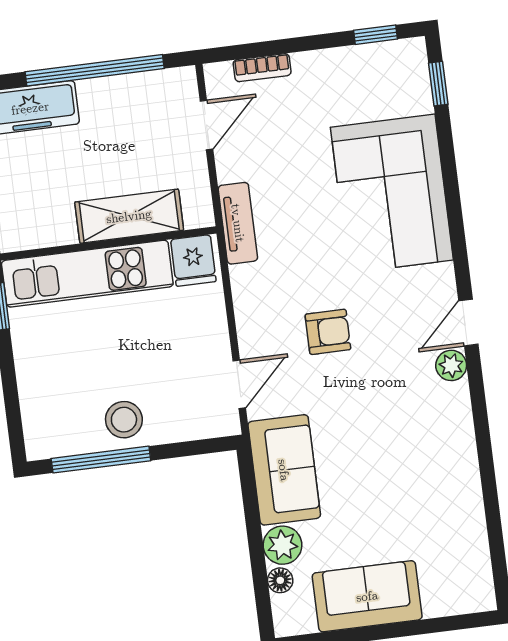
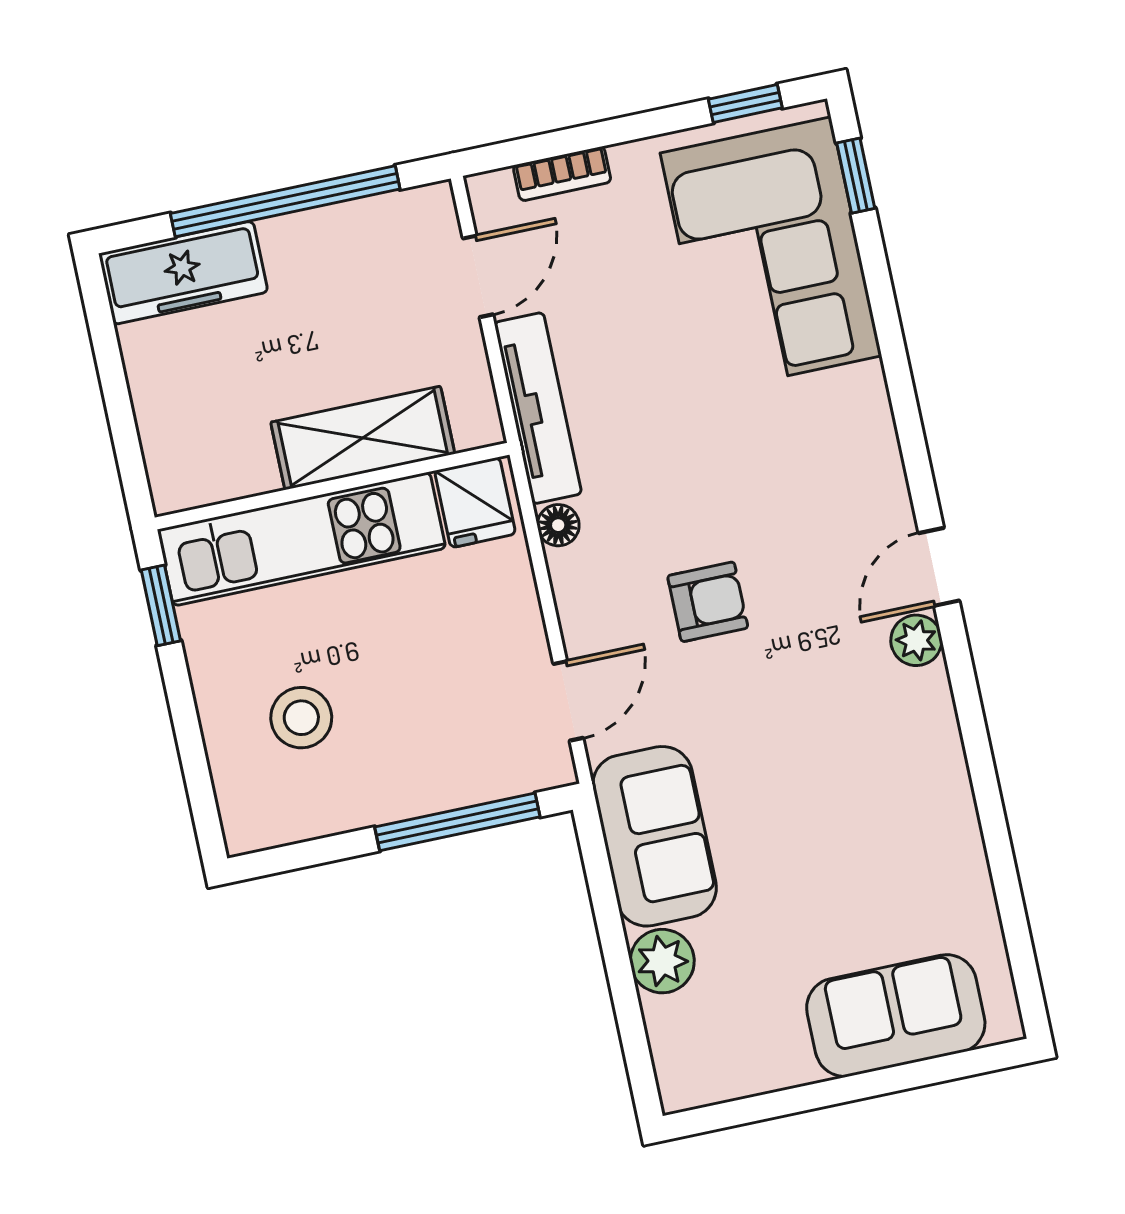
corner sofa: (392, 194) -> (771, 254), moved
tv unit: (238, 223) -> (538, 408), width x1.41
stool: (124, 420) -> (301, 718), moved
window: (101, 460) -> (457, 822), moved
floor lamp: (280, 580) -> (558, 525), moved
sofa: (367, 596) -> (896, 1016), moved

